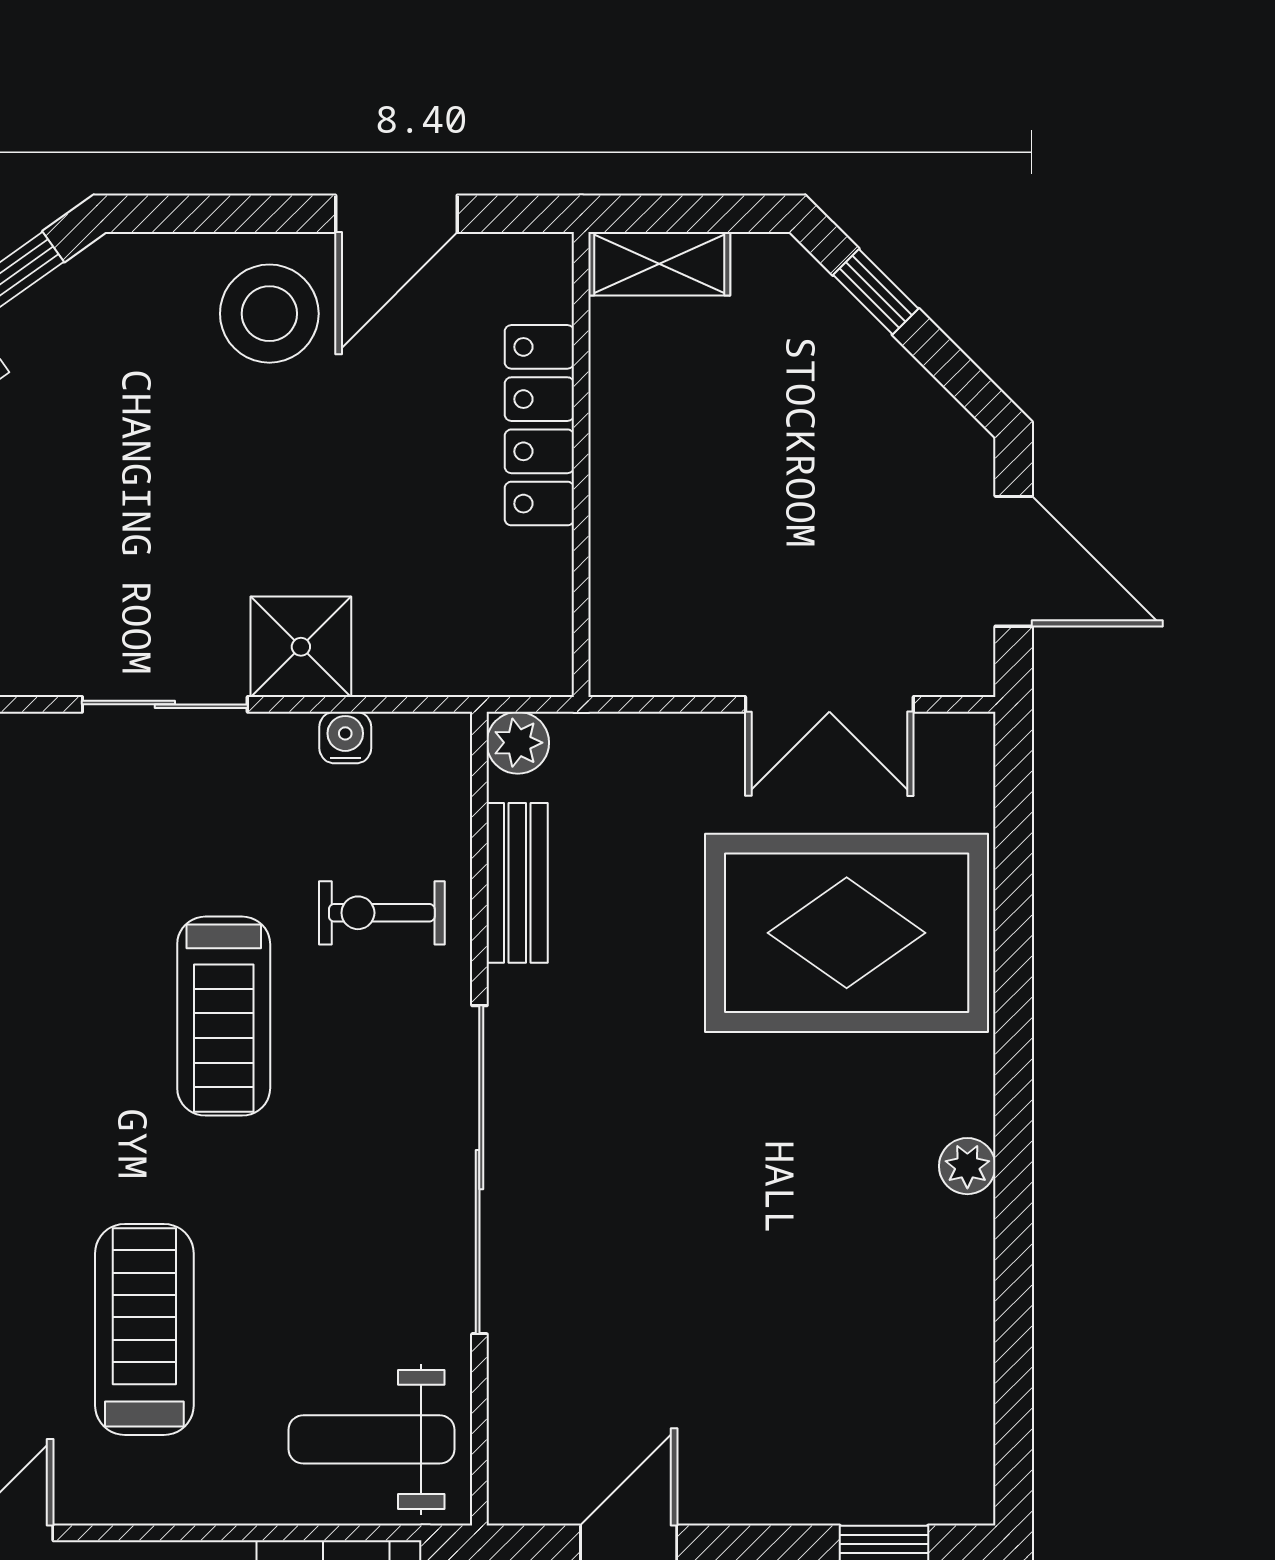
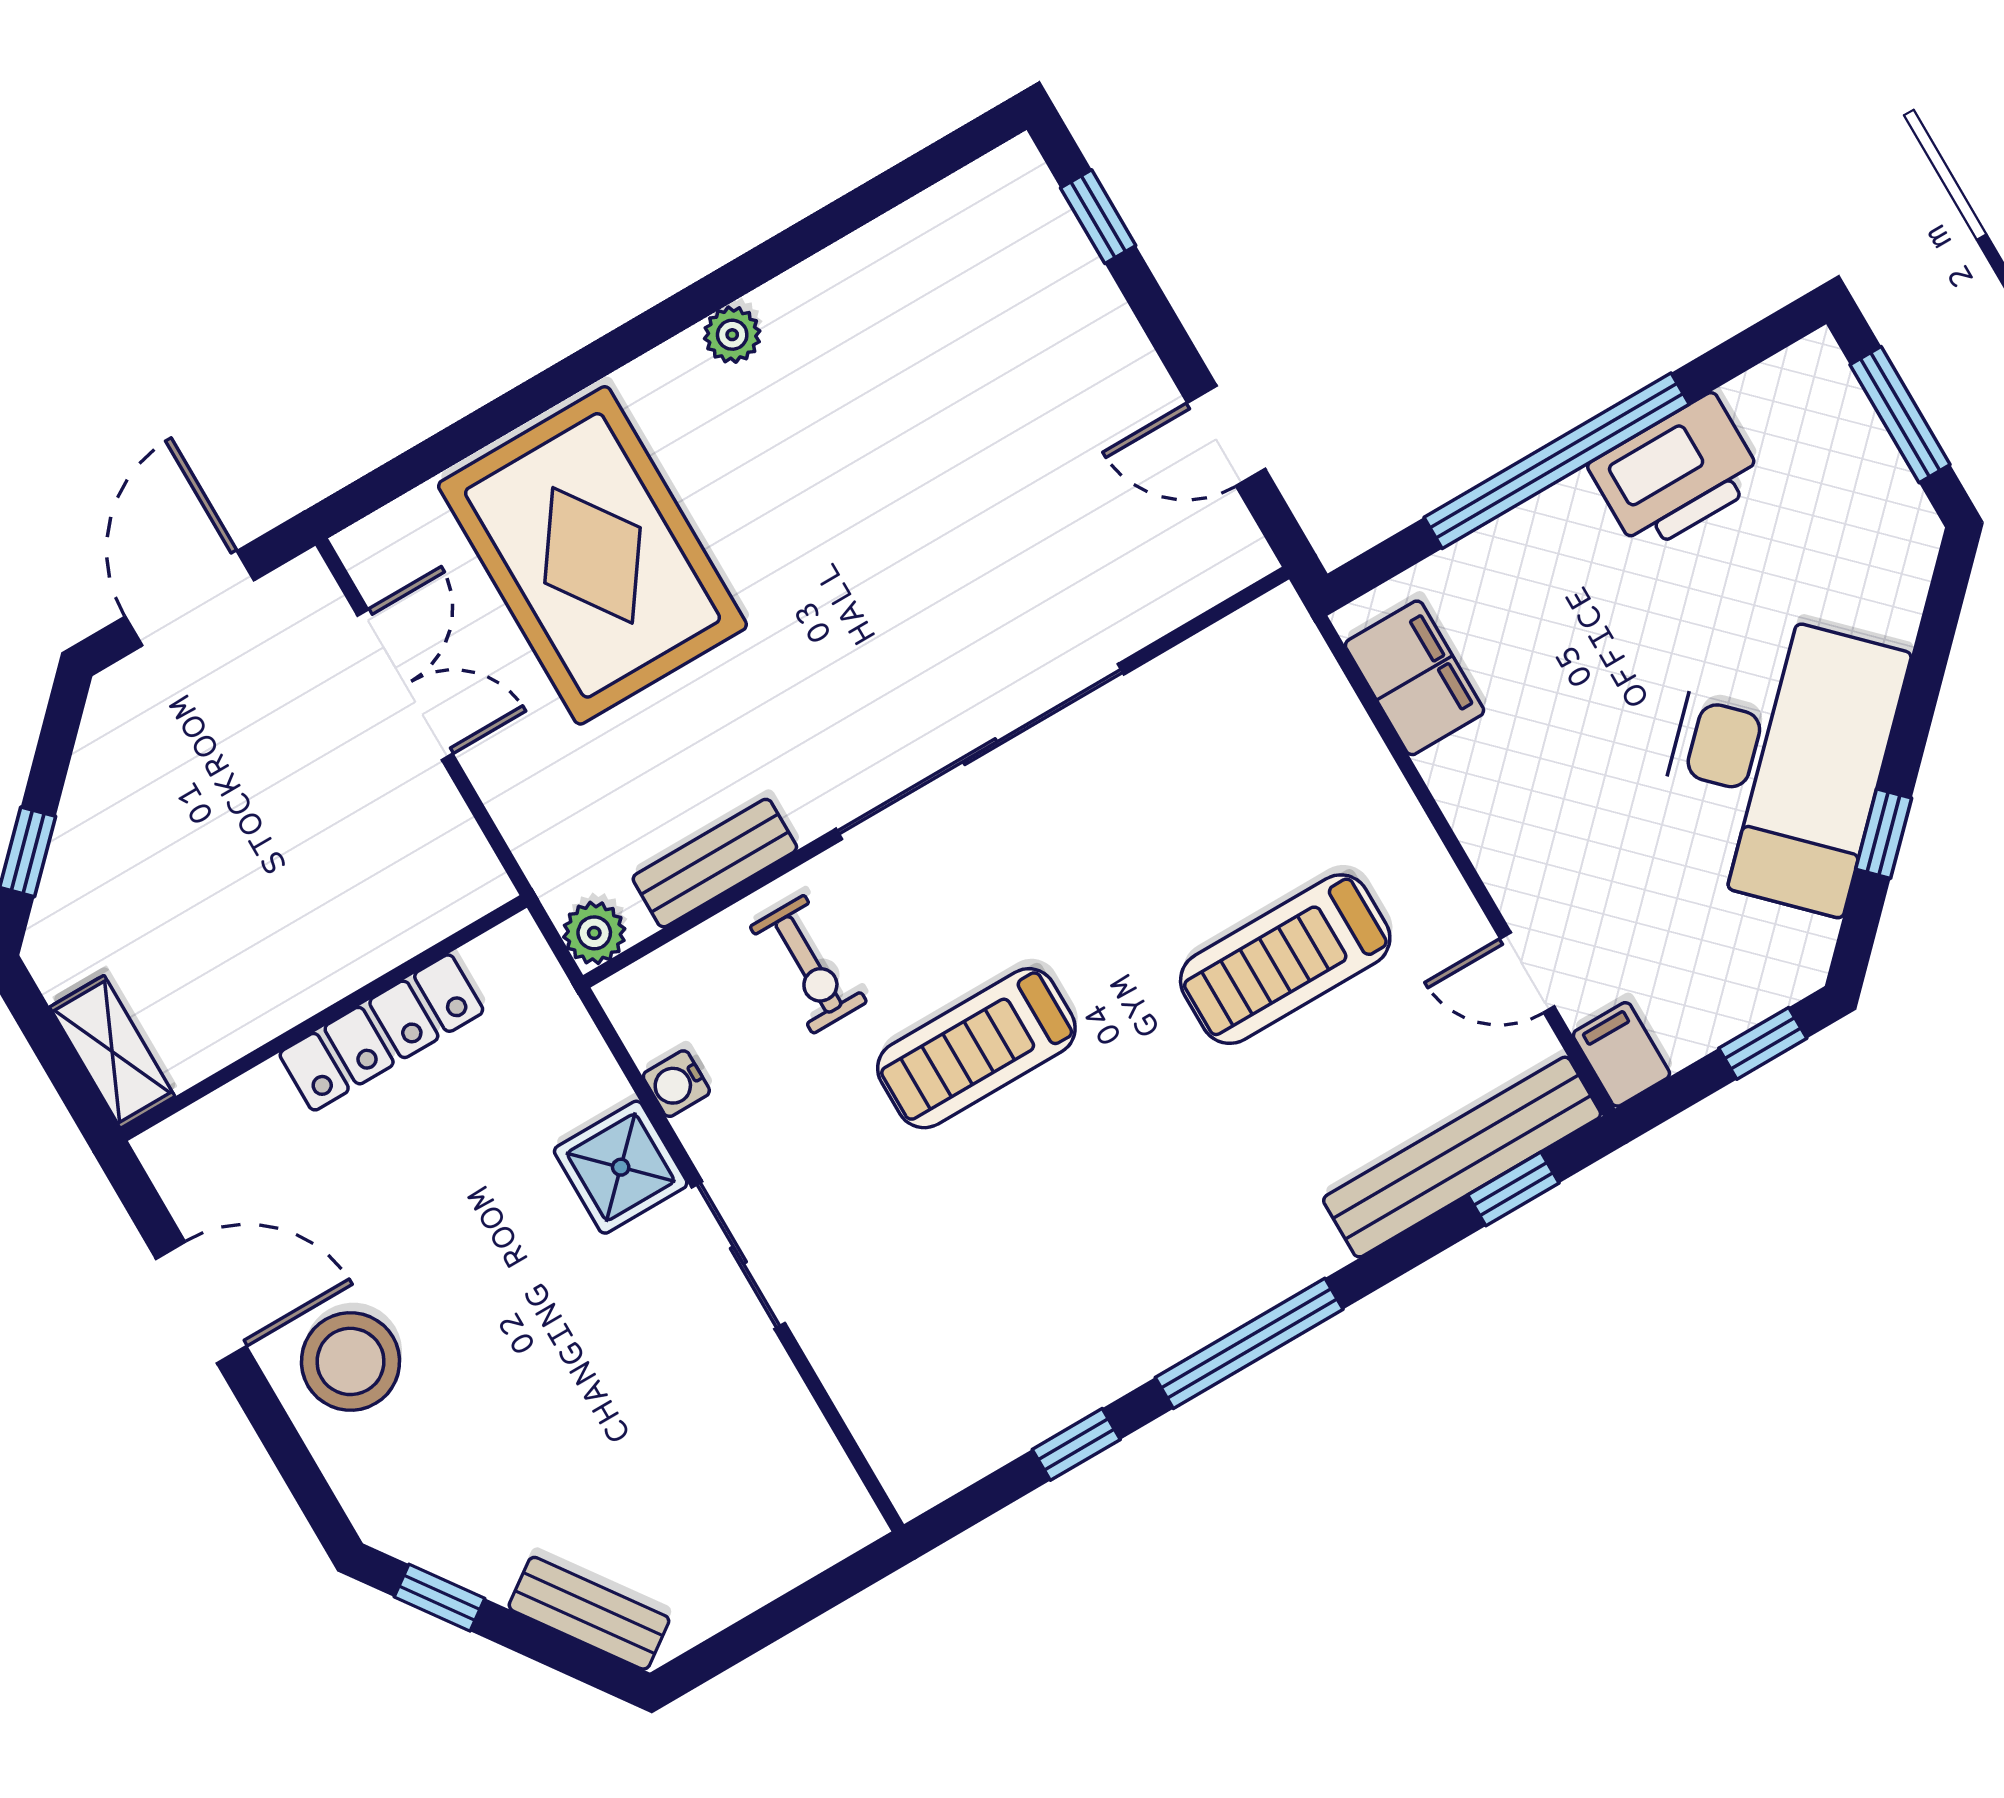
locker: (539, 425) -> (381, 1032), moved
treadmill: (224, 1016) -> (976, 1048), turned 180
weight bench: (372, 1439) -> (1266, 709), removed

